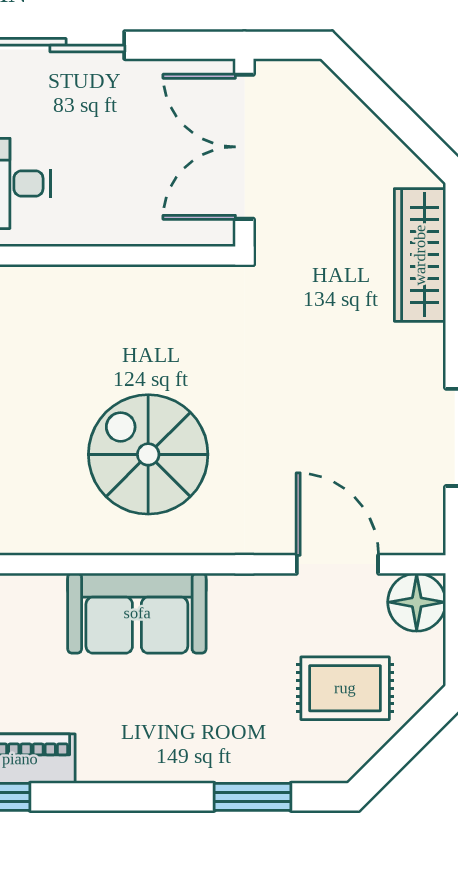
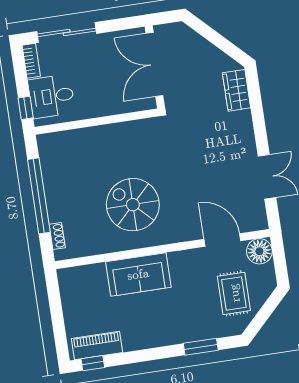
wardrobe: (420, 255) -> (237, 90), width x0.67
rug: (345, 688) -> (234, 293), turned 90

